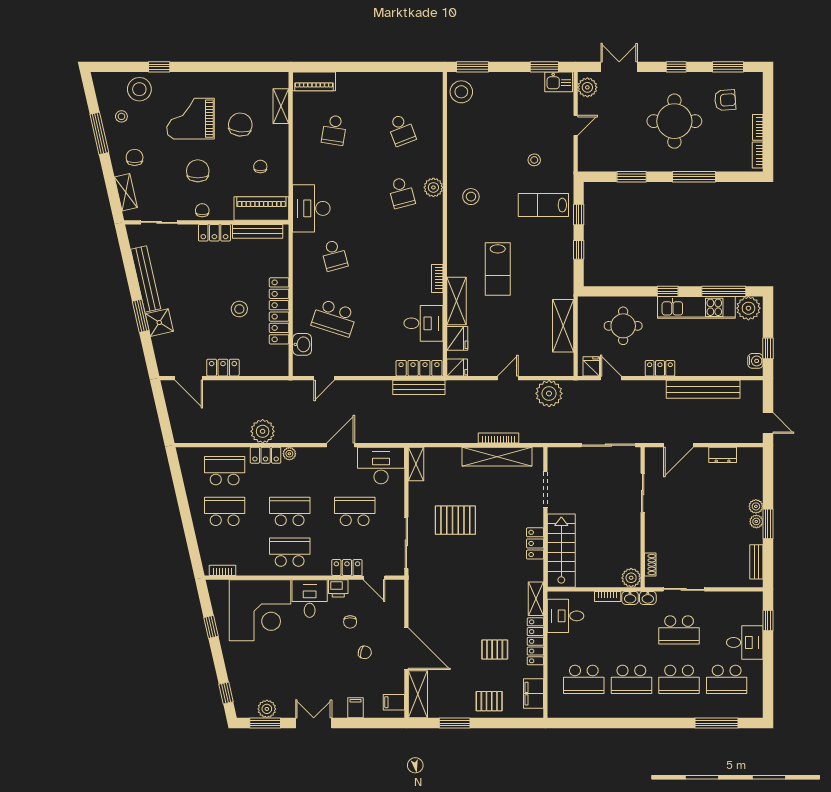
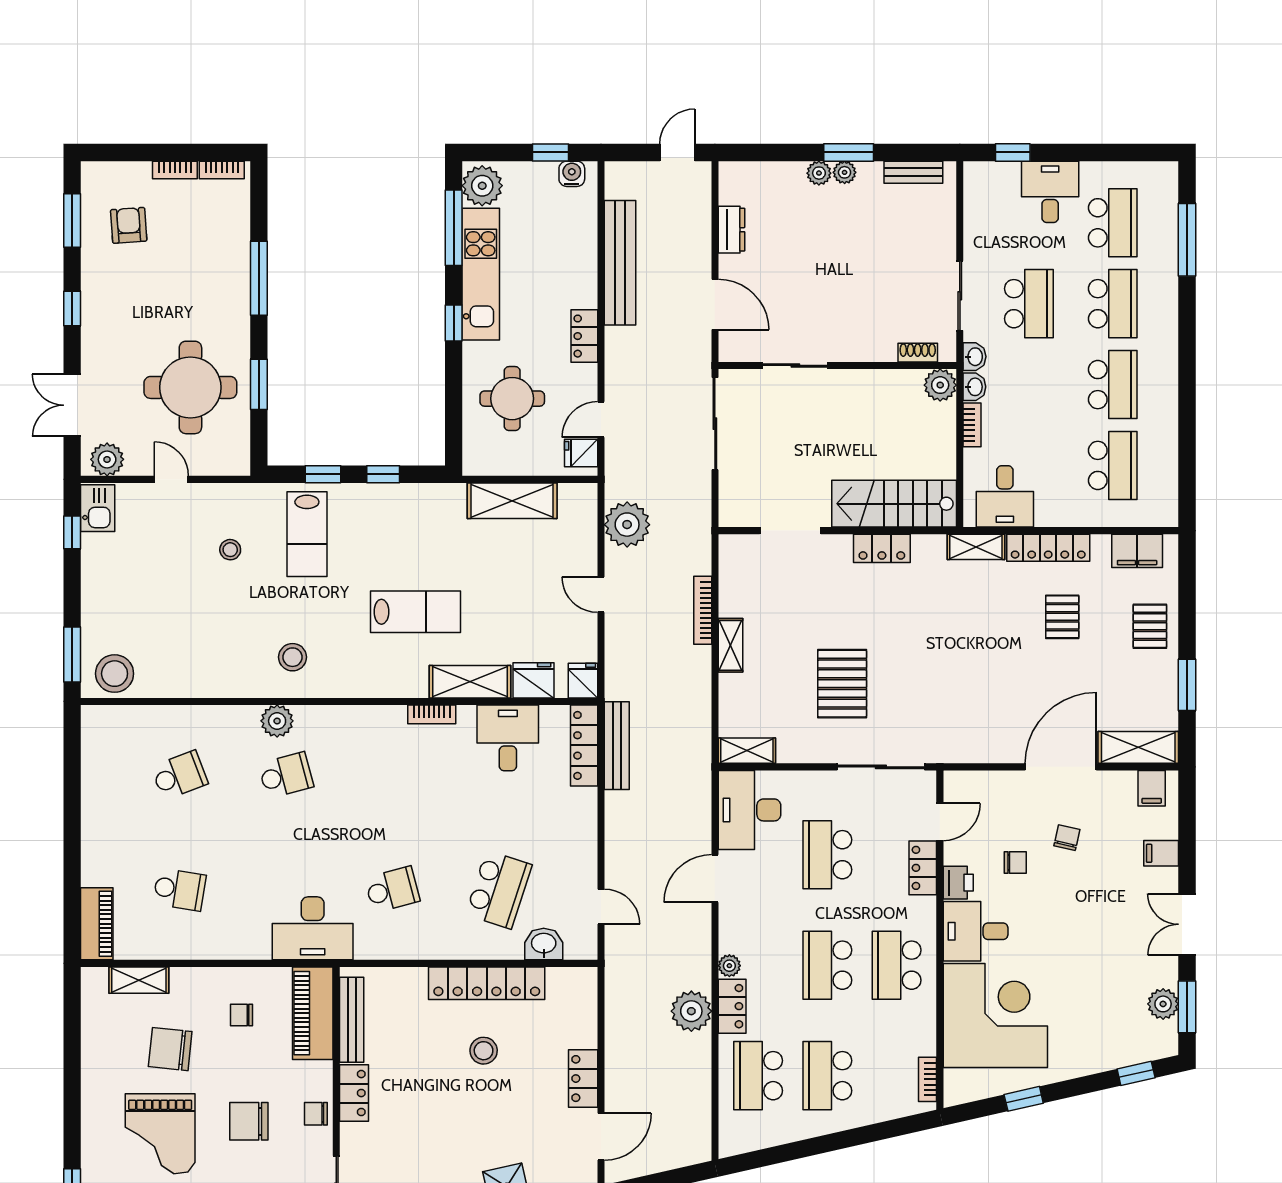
window: (544, 67) -> (72, 532), width x0.67
round table: (674, 121) -> (190, 387), moved
door: (341, 445) -> (715, 879), hinge flipped
shelving: (497, 457) -> (730, 645), width x0.45, depth x0.75

